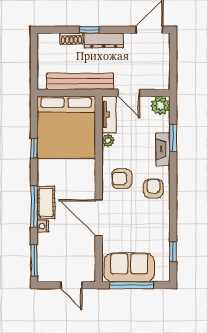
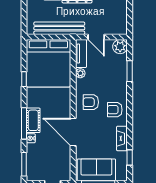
fireplace: (163, 149) -> (122, 138), moved
armchair: (153, 188) -> (115, 110), turned -90

